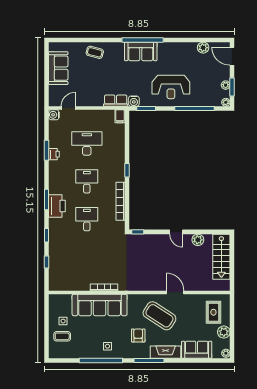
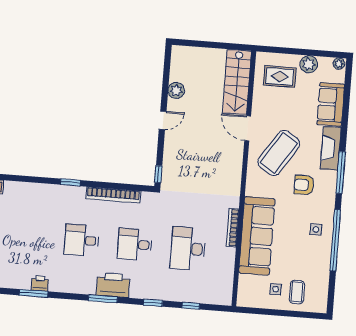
desk: (87, 144) -> (188, 249), moved
stairs: (221, 257) -> (237, 82), moved, turned 90
door: (175, 292) -> (248, 128), hinge flipped

